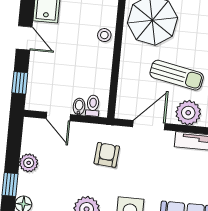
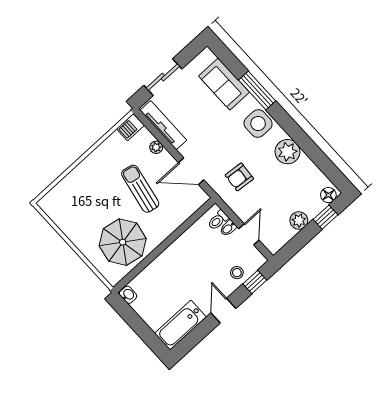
stool: (104, 35) -> (237, 273), moved
plant: (188, 113) -> (156, 147), width x0.53, depth x0.53

